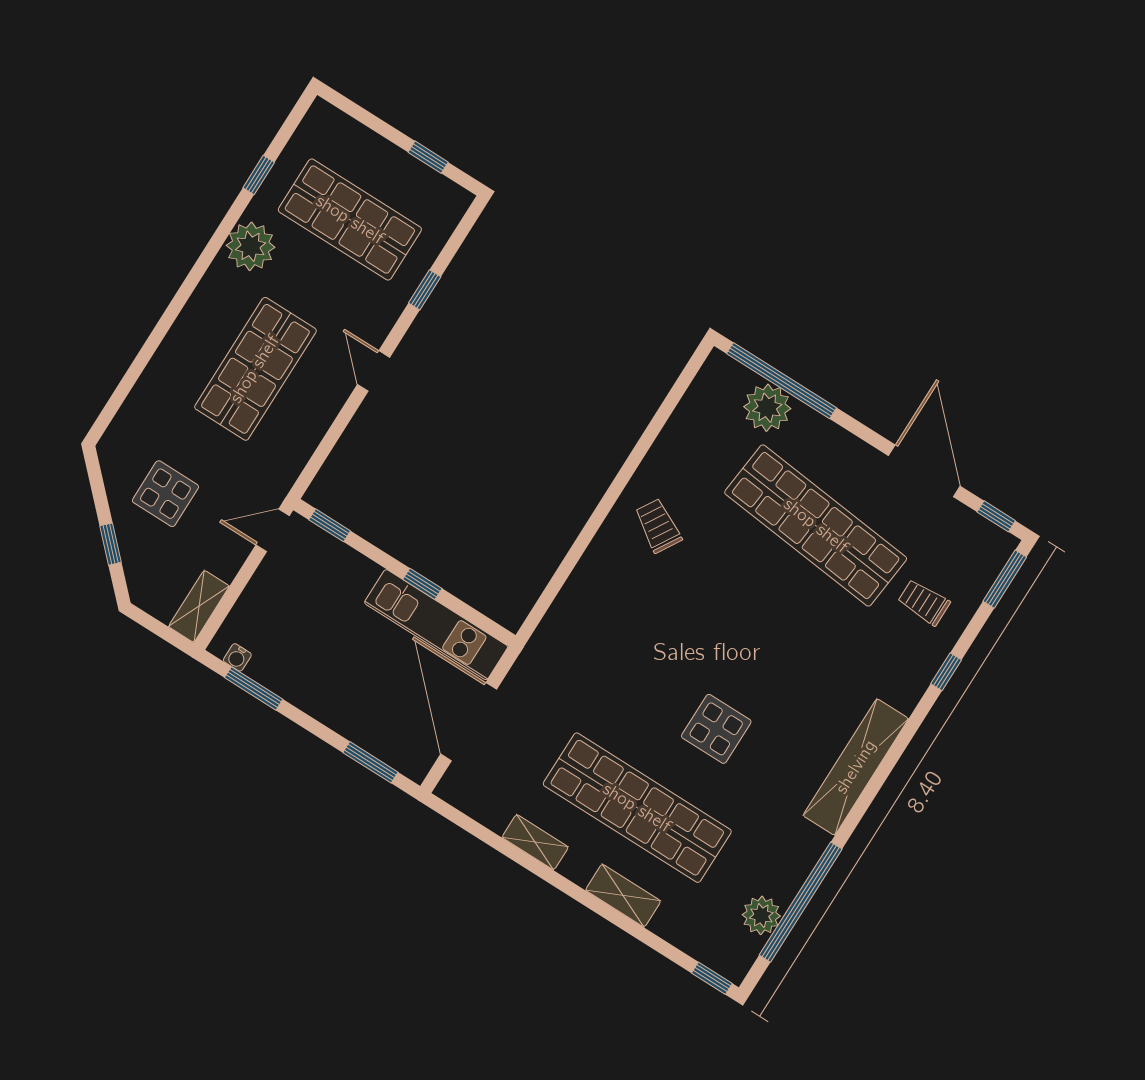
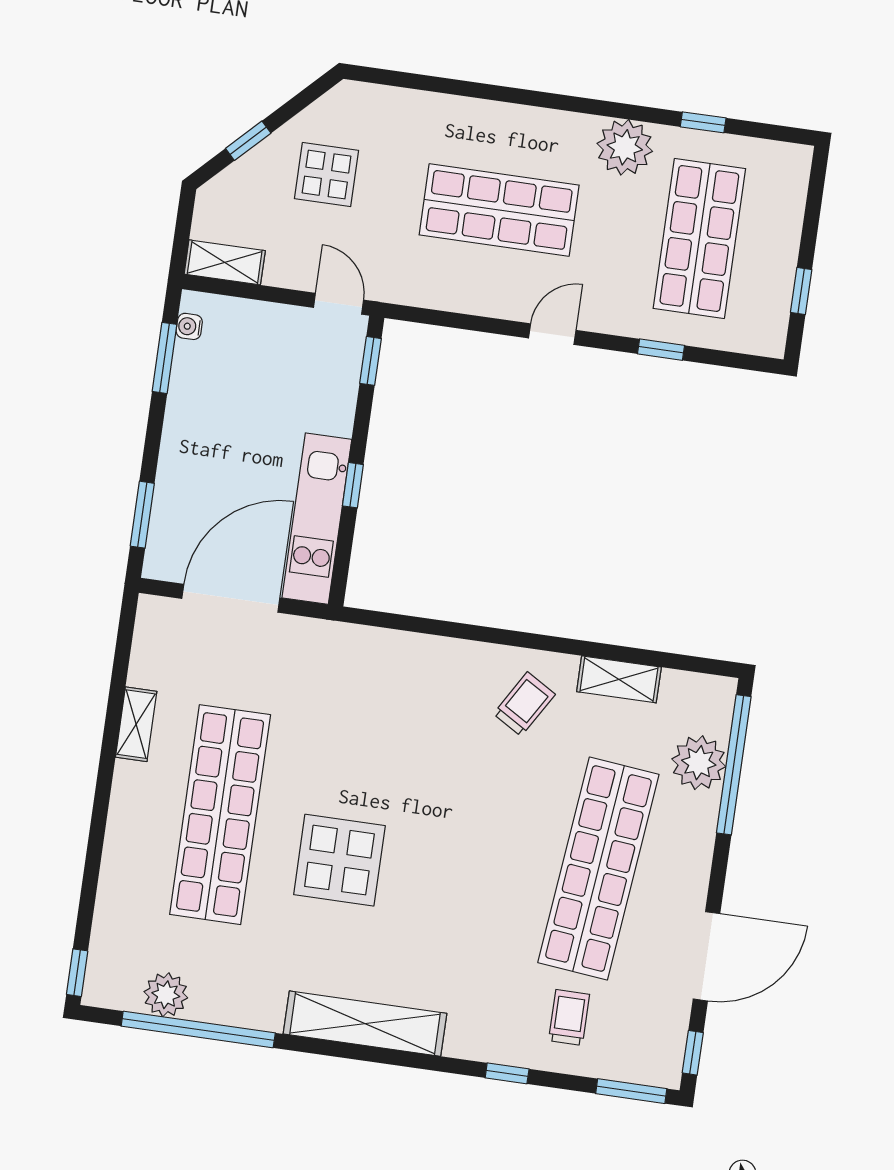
display table: (716, 729) -> (339, 860), width x1.36, depth x1.36
shelving: (623, 896) -> (619, 679), moved, turned 90

